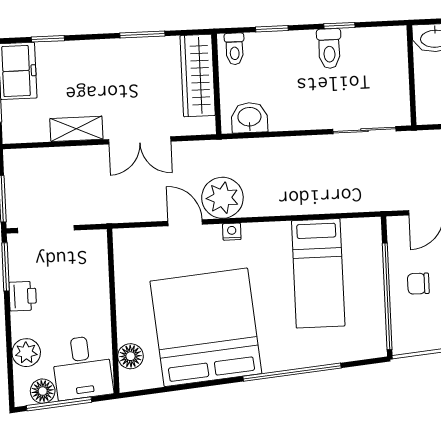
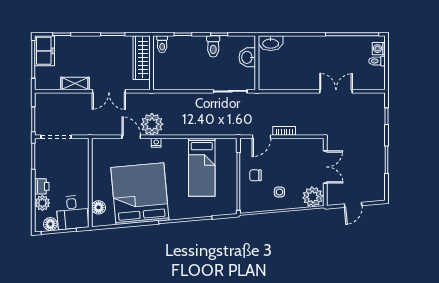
washbasin: (249, 118) -> (247, 57), moved, turned -90
printer: (23, 296) -> (42, 186), moved

